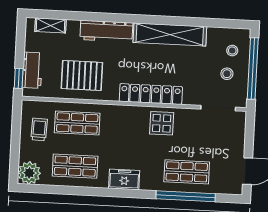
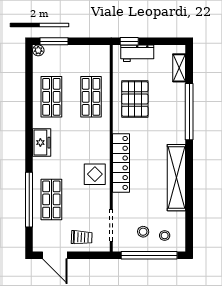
window: (99, 17) -> (189, 112), added
workbench: (106, 31) -> (177, 119), removed
trolley: (39, 129) -> (82, 237), moved
window: (15, 160) -> (54, 41), added
plant: (29, 173) -> (38, 50), width x0.53, depth x0.53

